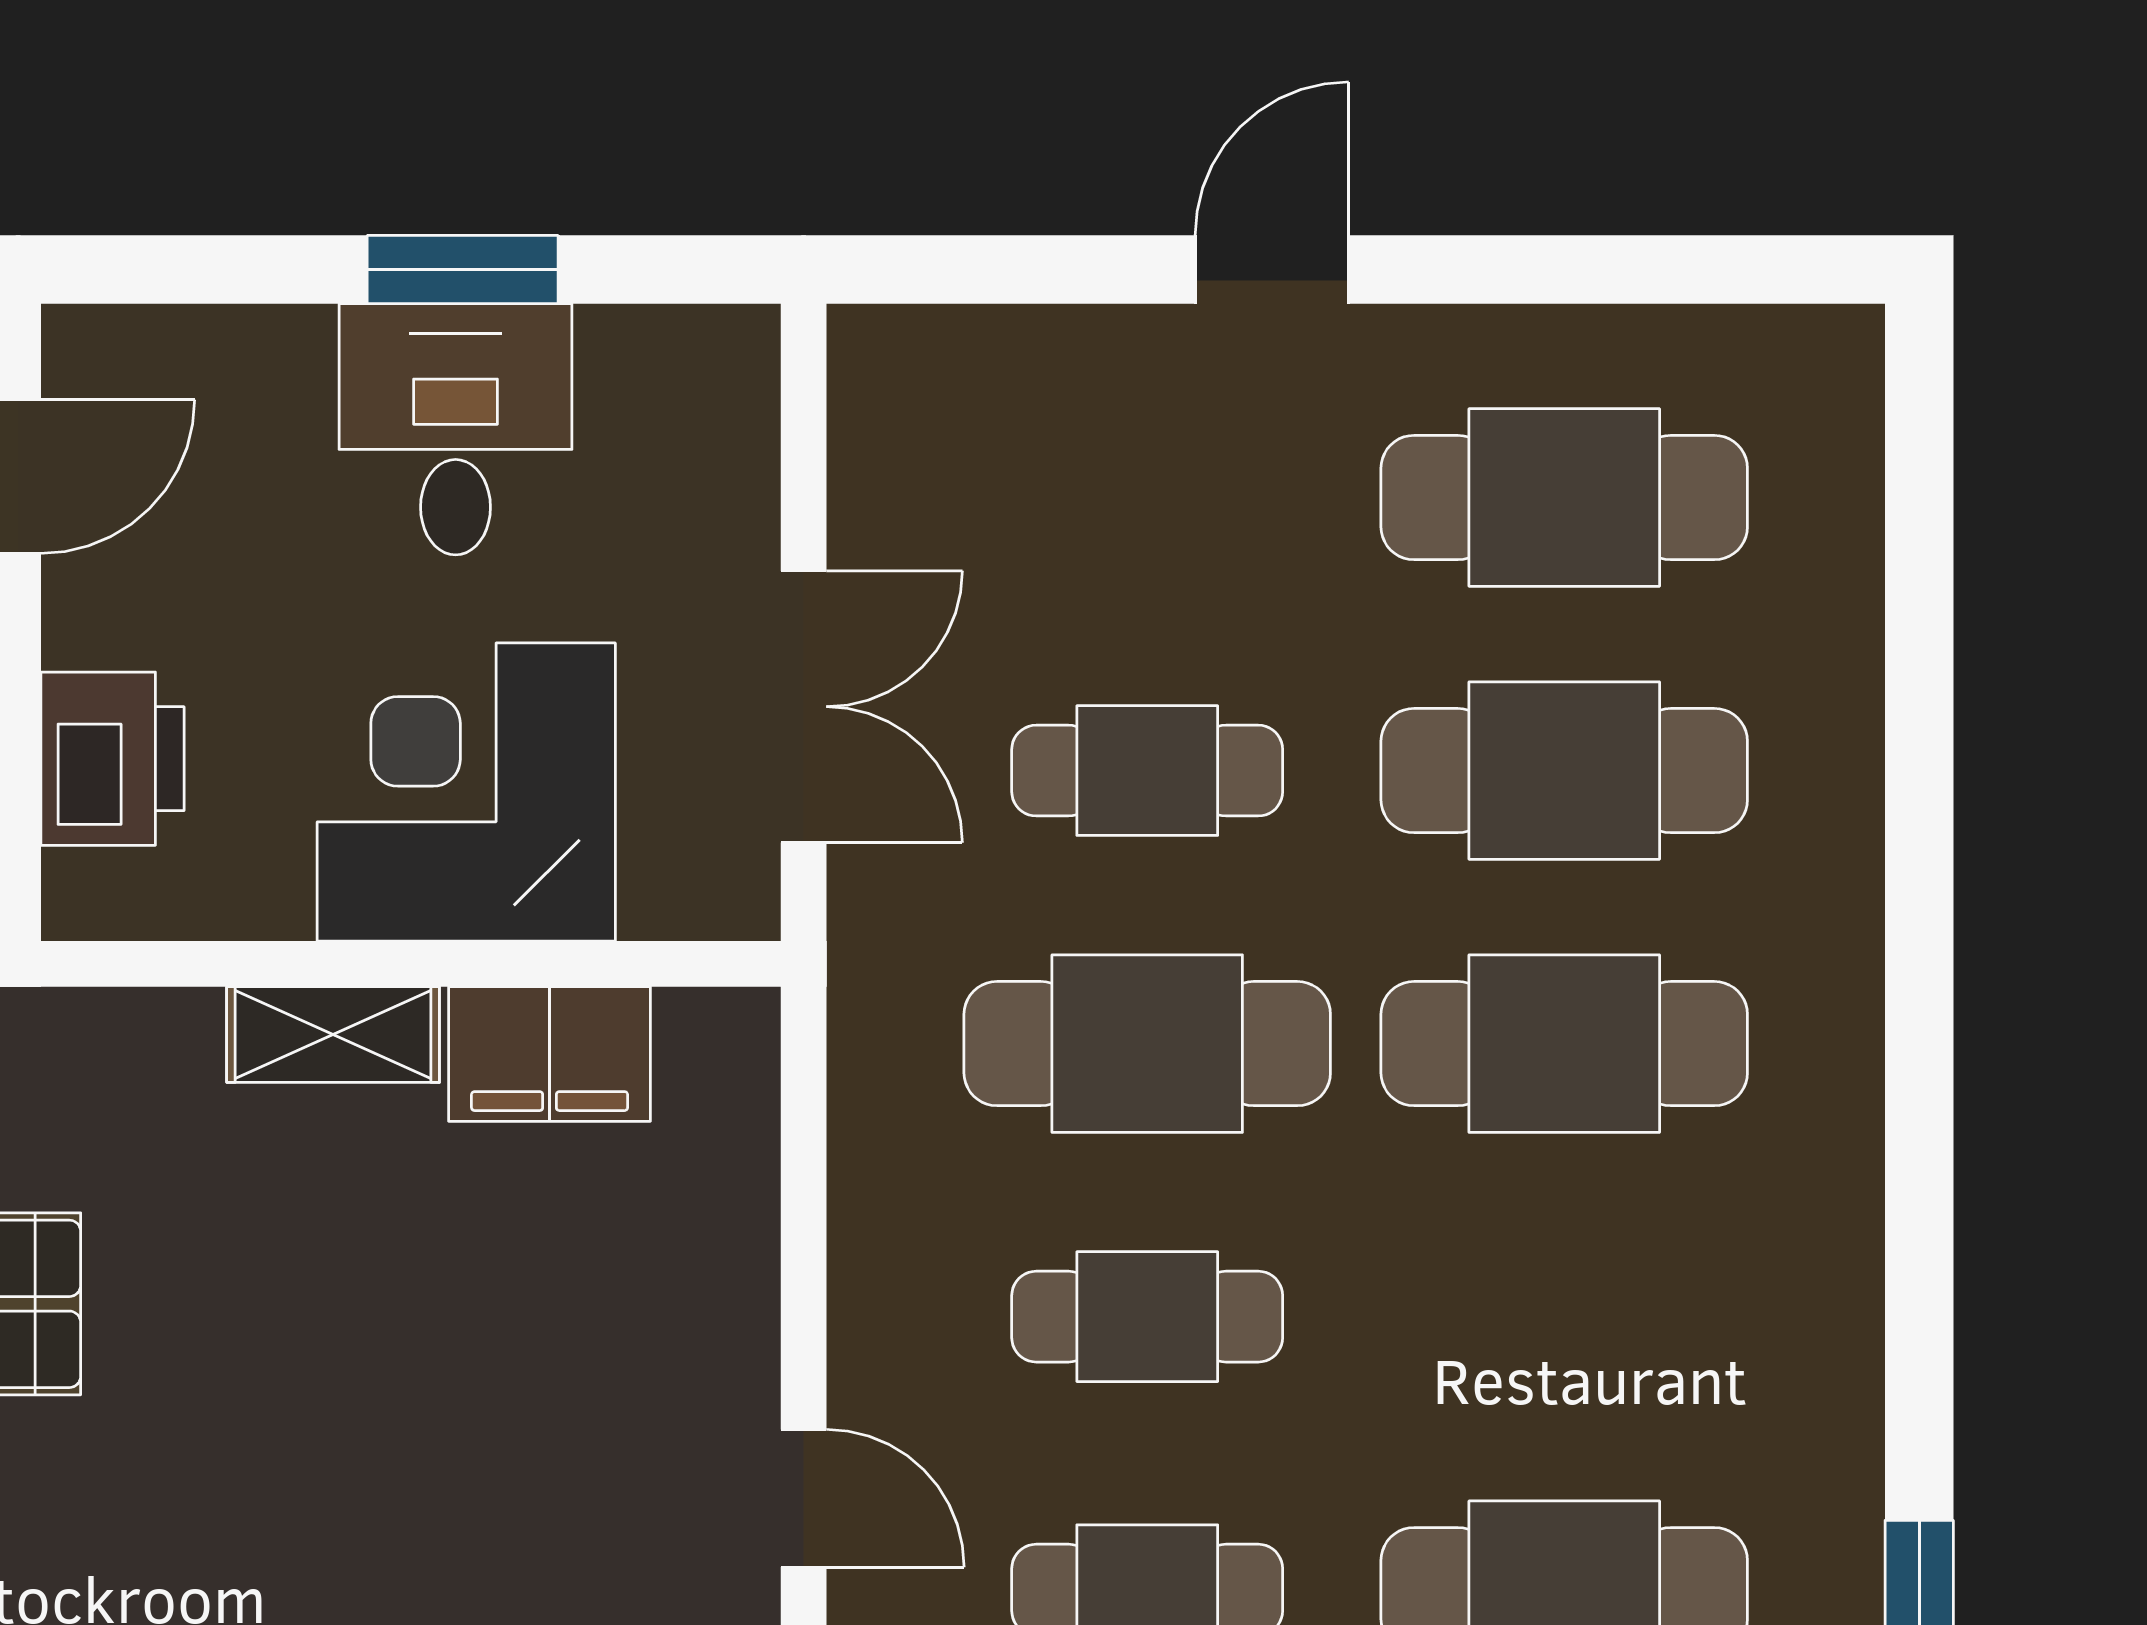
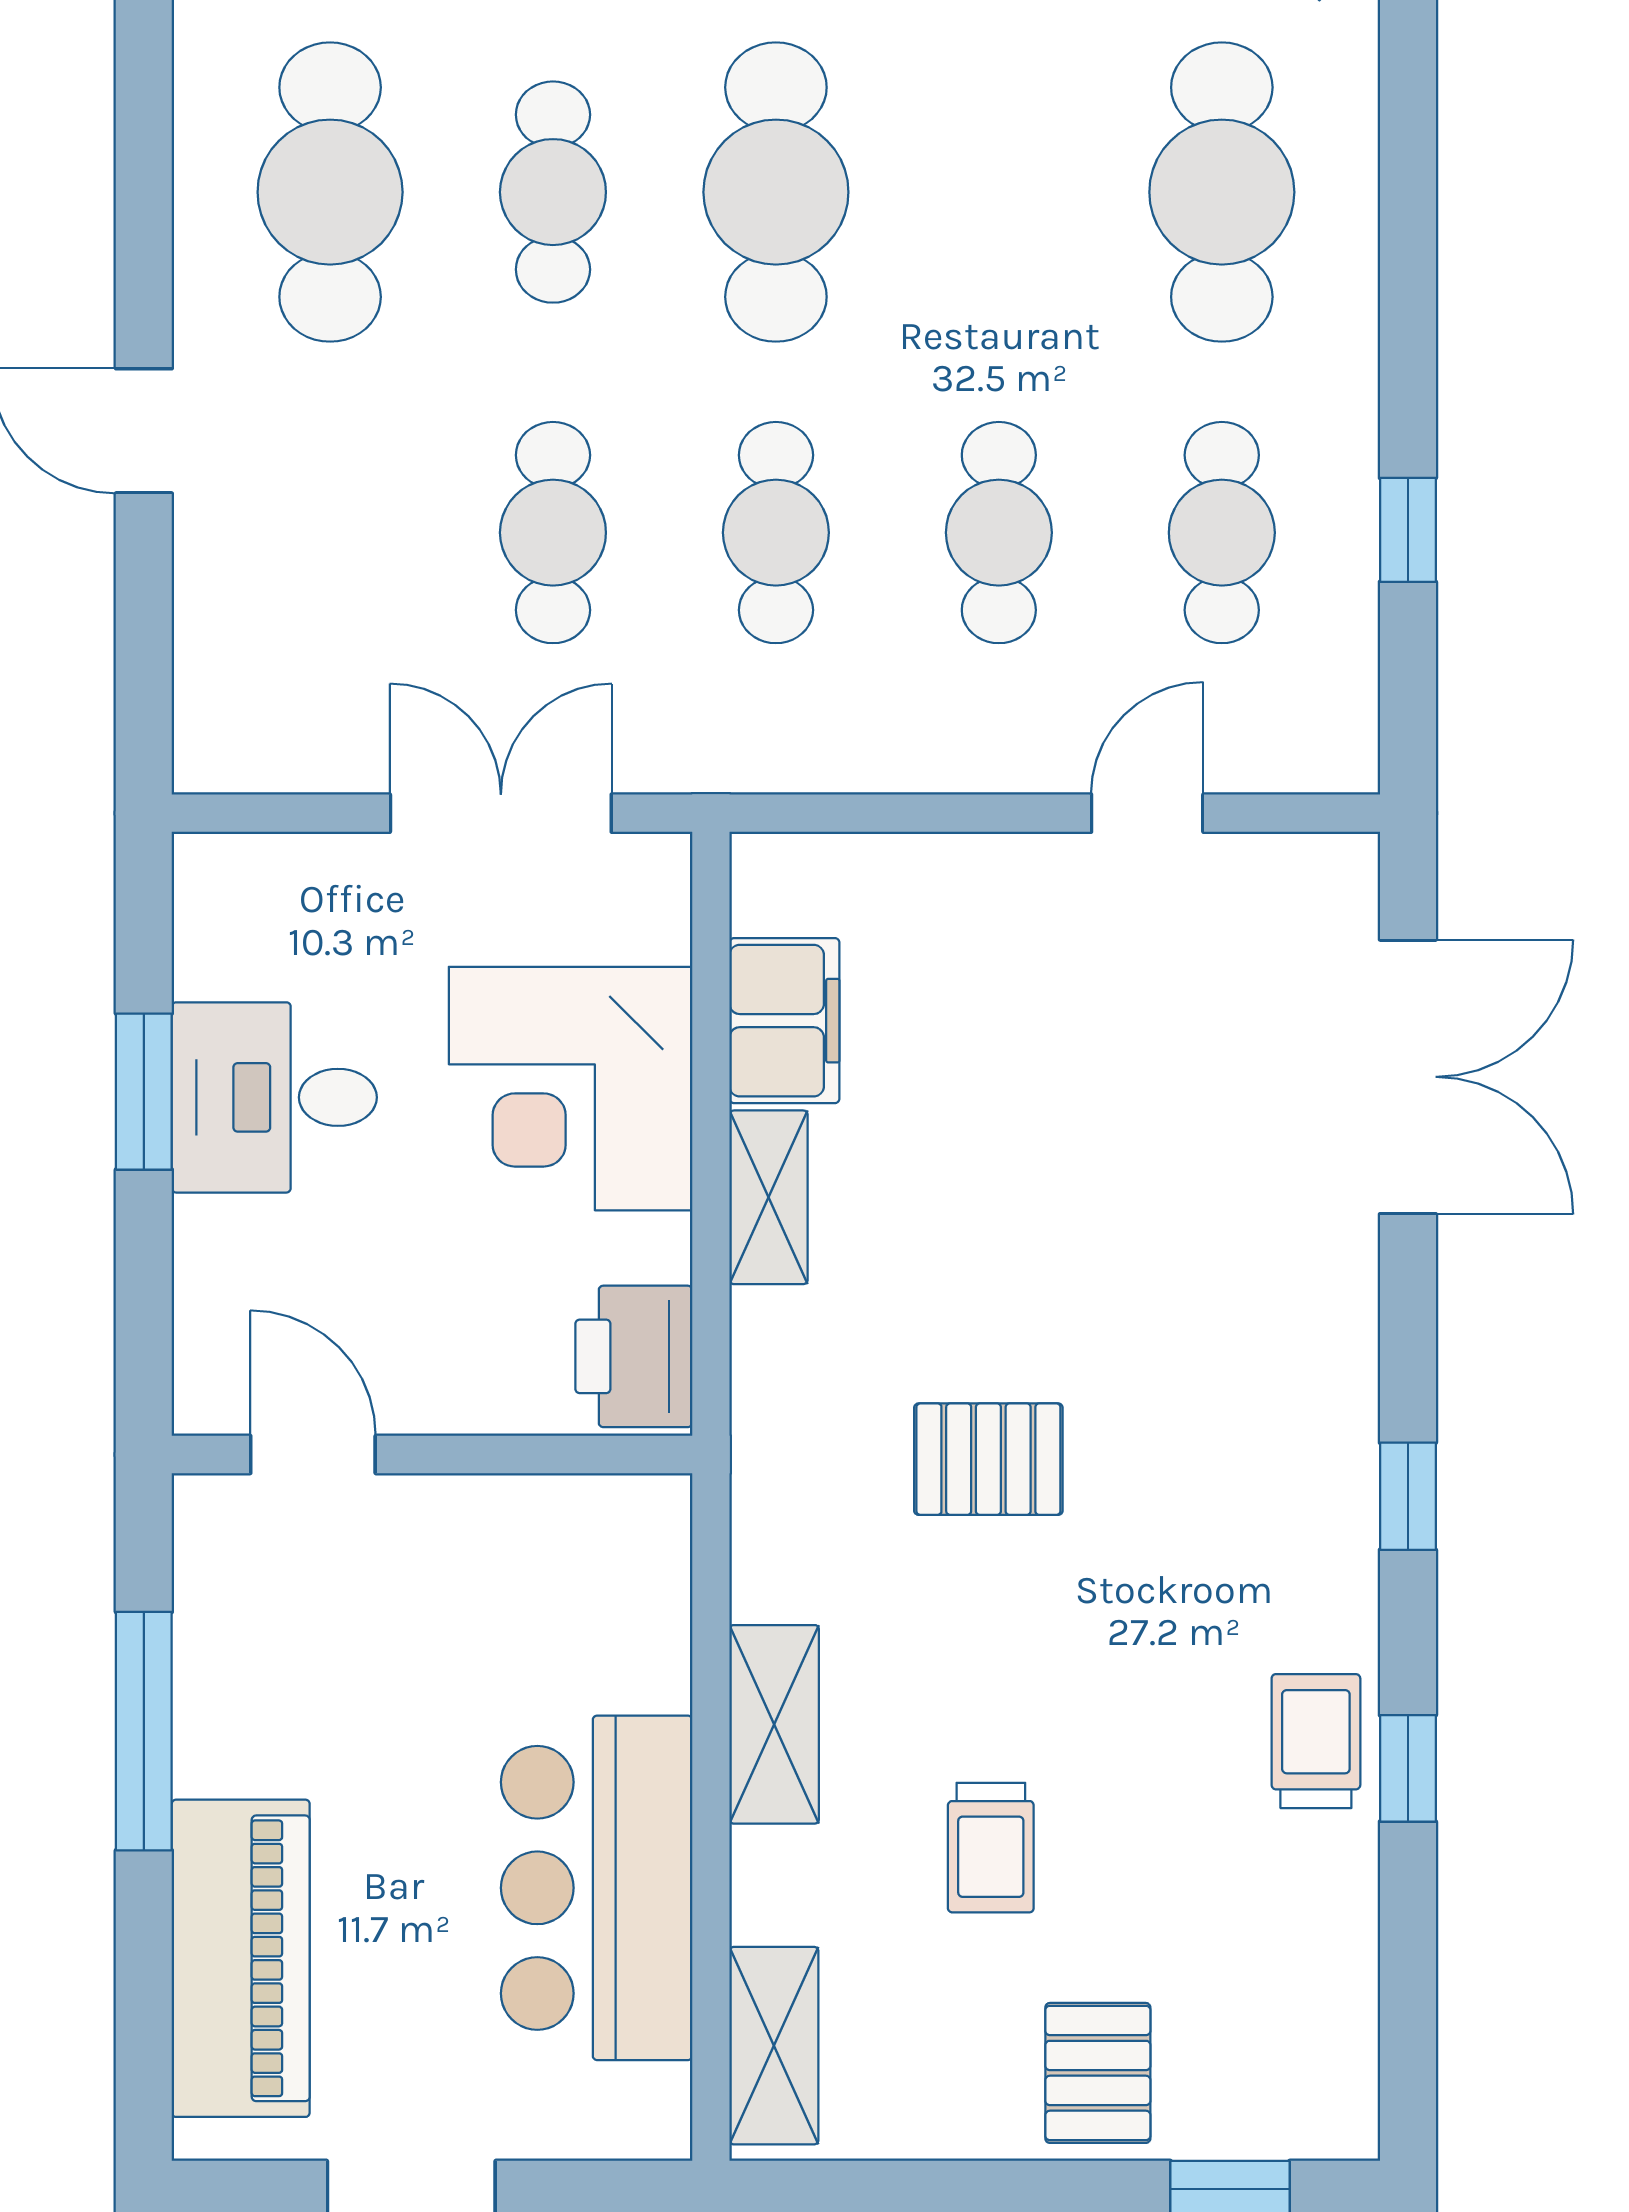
printer: (113, 759) -> (634, 1356), moved, turned -90
cafe table: (1564, 771) -> (553, 192), width x0.73, depth x0.74
cafe table: (1147, 1044) -> (776, 533), width x0.73, depth x0.74

